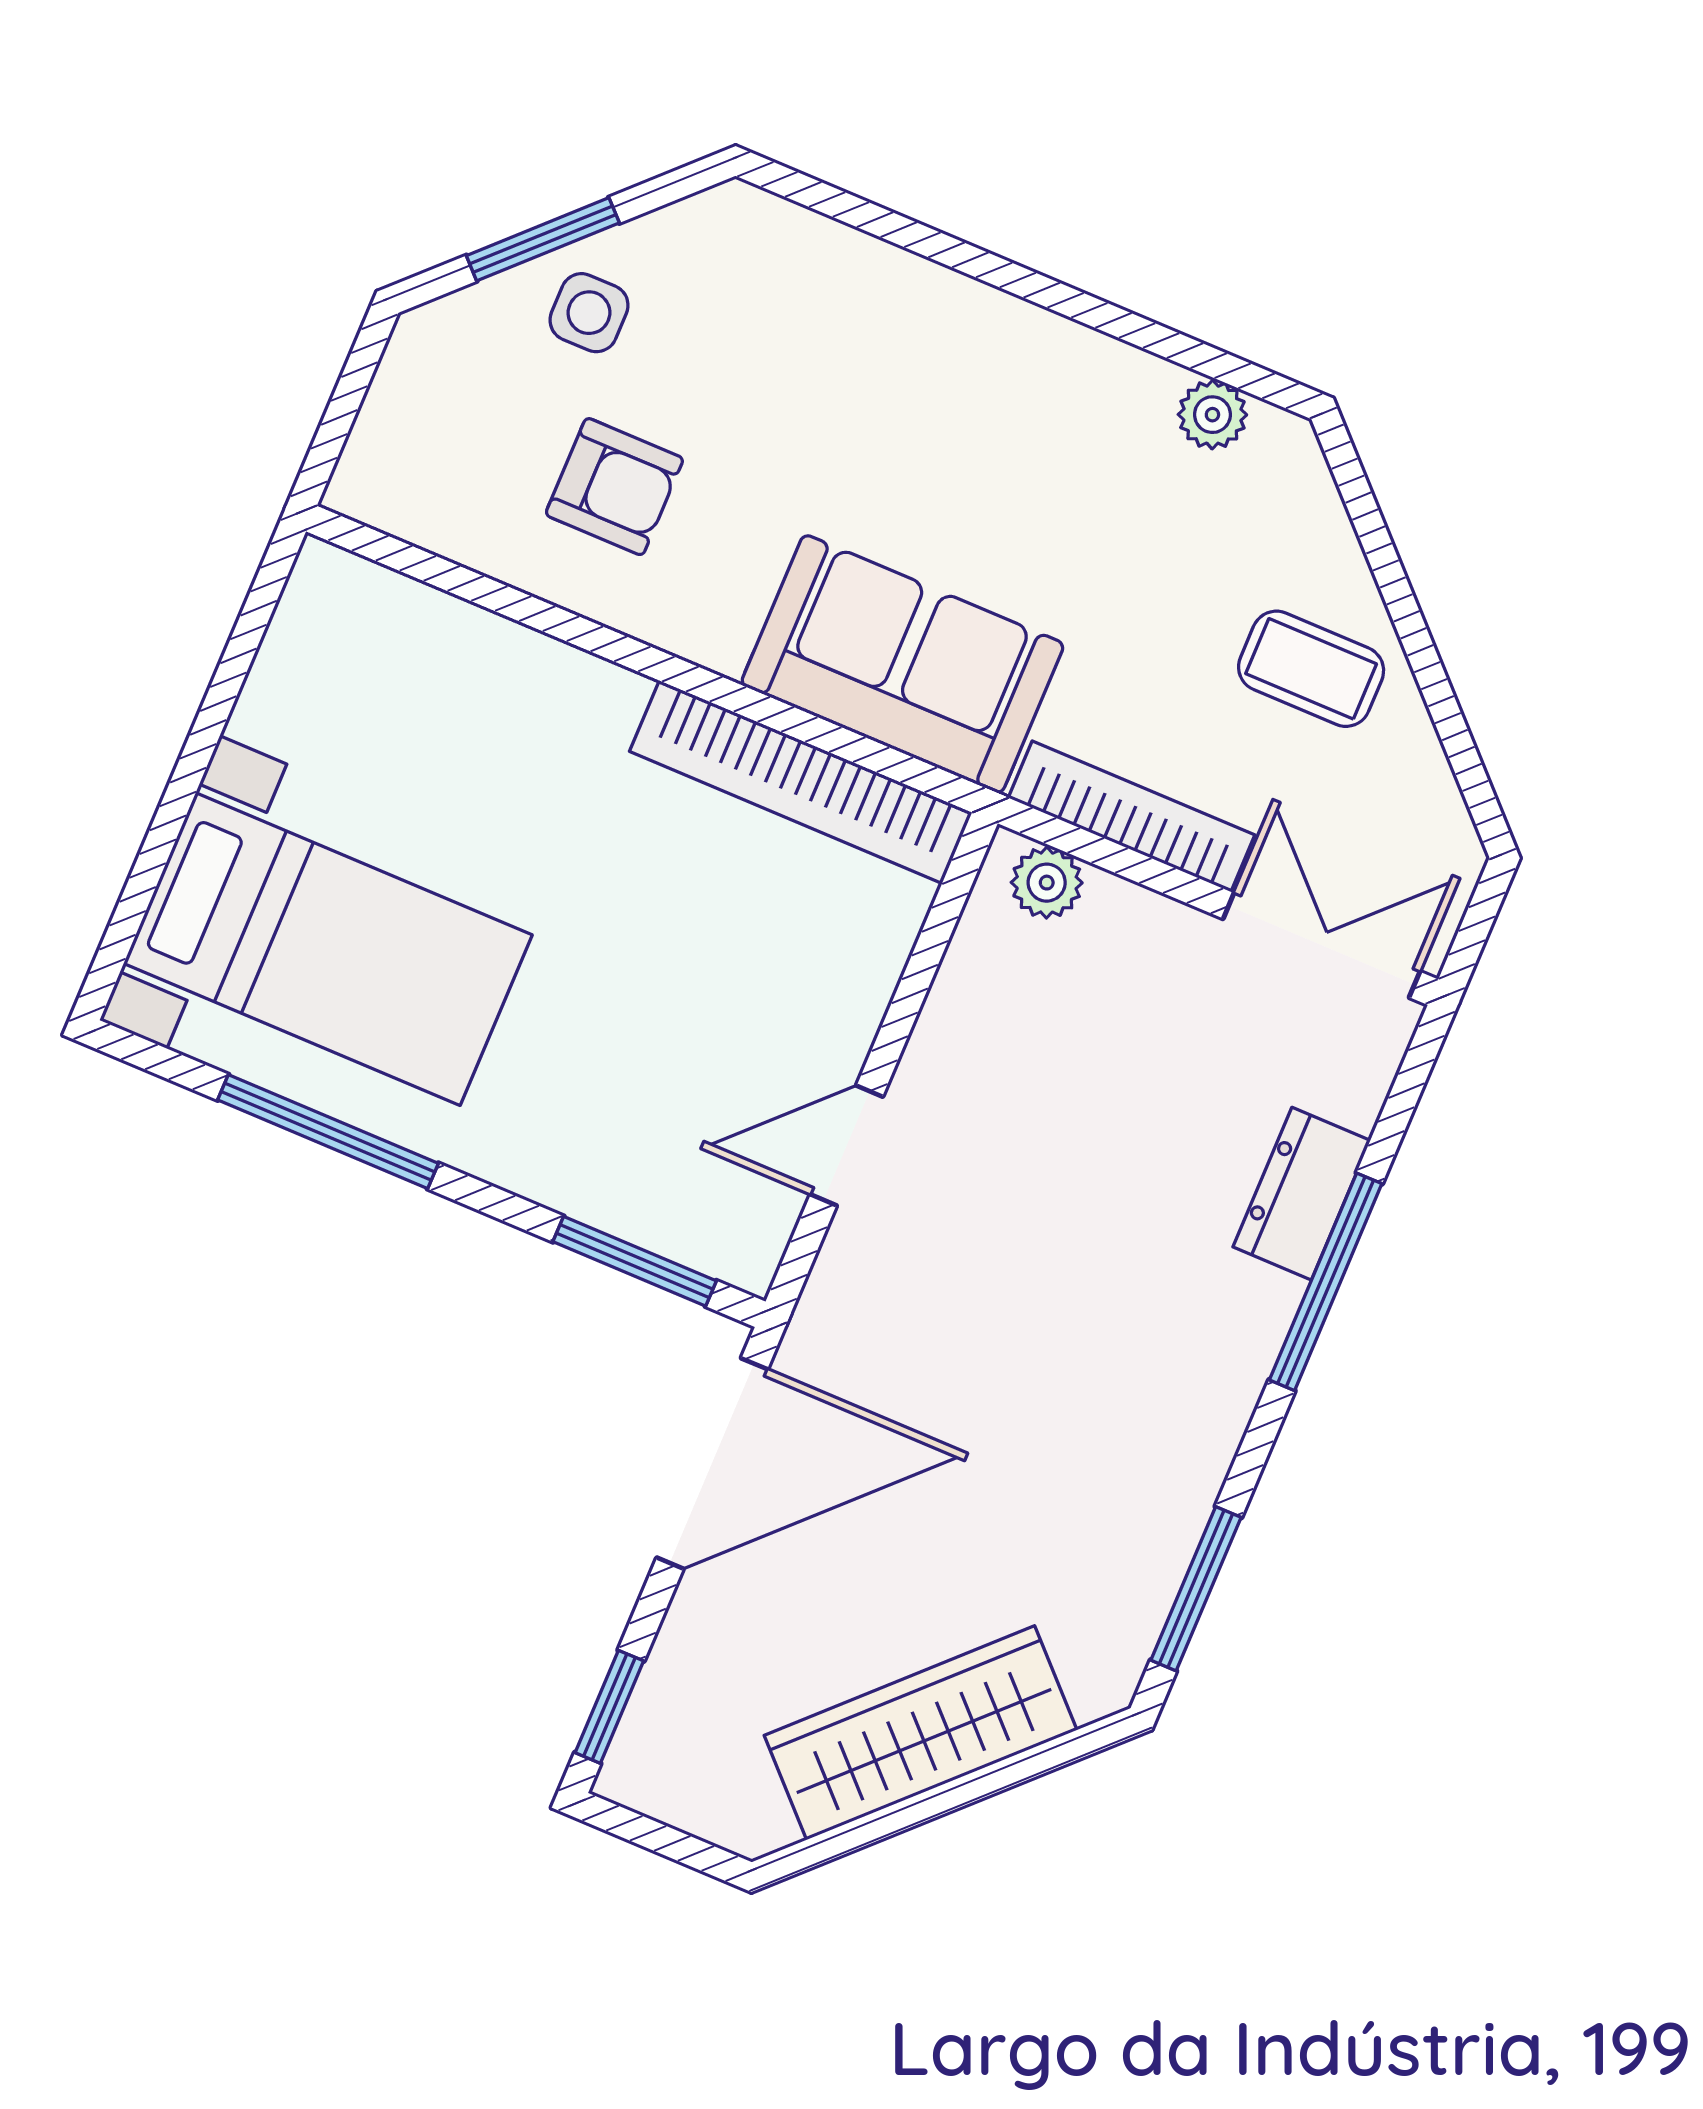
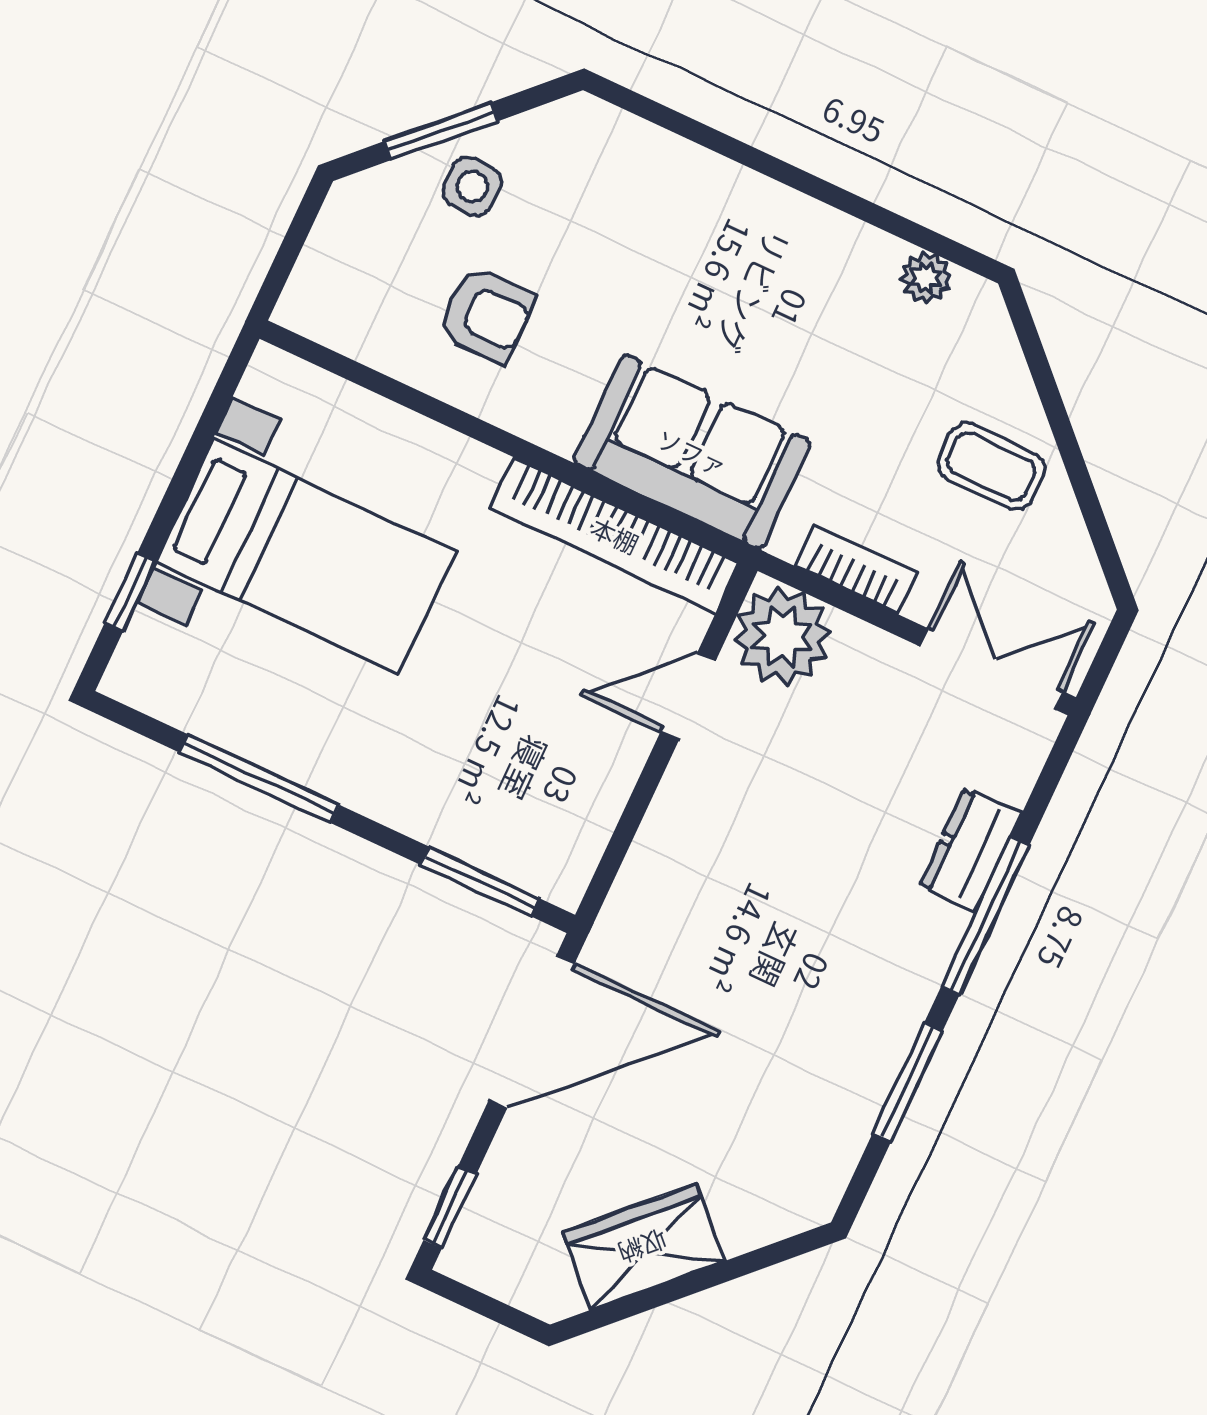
bookcase: (1131, 816) -> (856, 569), width x0.64
plant: (1047, 883) -> (782, 636), width x1.87, depth x1.87
window: (142, 884) -> (130, 593), added
bed with nightstands: (328, 949) -> (306, 556), moved
door: (847, 1146) -> (688, 696), moved
window: (1196, 1589) -> (908, 1082), moved
wardrobe: (921, 1733) -> (643, 1247), width x0.67

